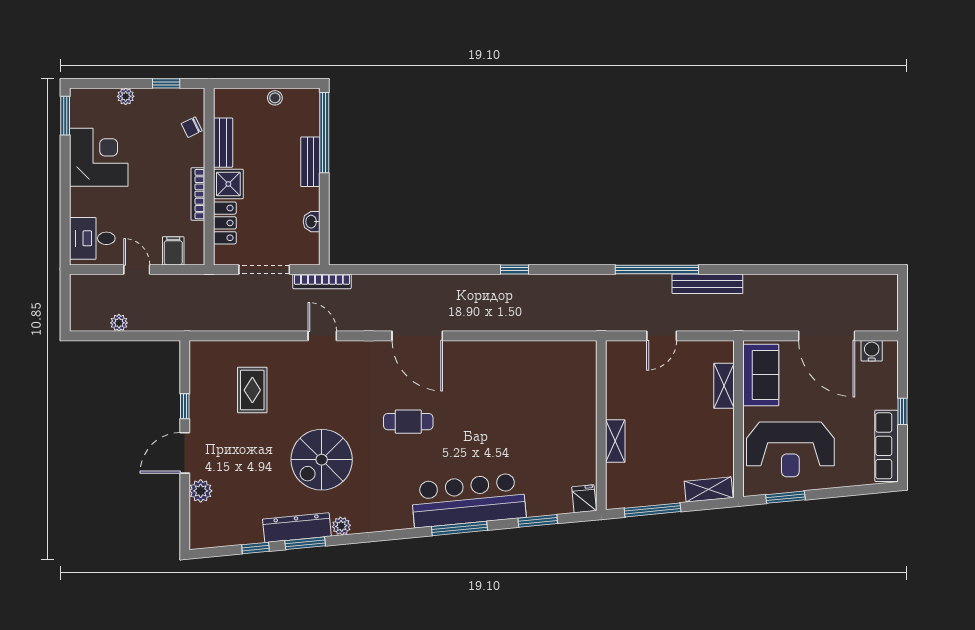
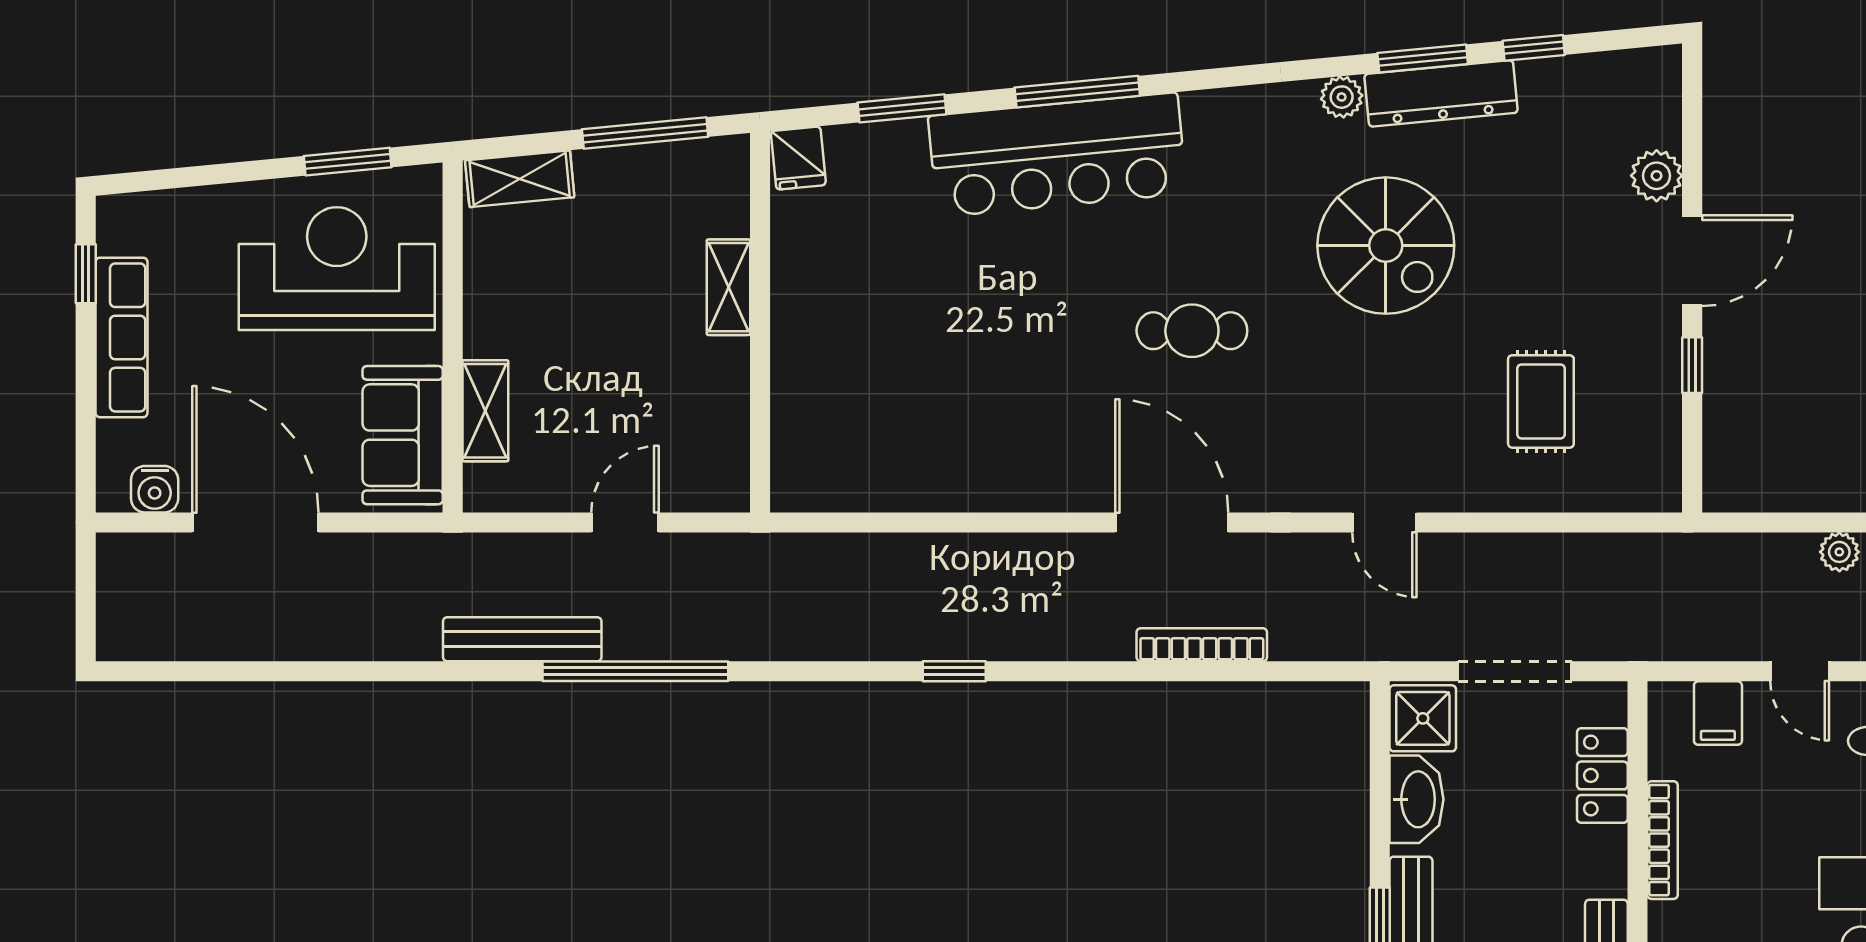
shower: (228, 184) -> (1423, 718), moved
washbasin: (312, 222) -> (1416, 799), width x1.91, depth x1.45
bookcase: (322, 281) -> (1202, 645), moved
window: (902, 411) -> (86, 274), moved
row of seats: (886, 446) -> (121, 337), moved
spiral stairs: (322, 460) -> (1386, 246), turned 90

